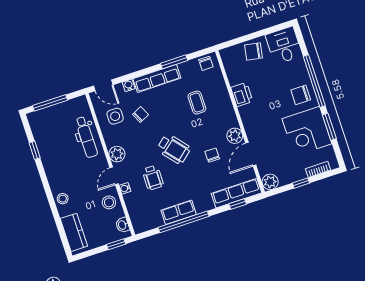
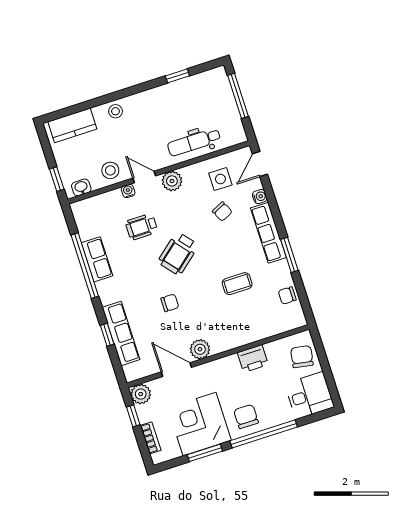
printer: (242, 94) -> (253, 359), moved
wall: (240, 122) -> (218, 356), moved
plant: (235, 136) -> (200, 349), moved
door: (251, 154) -> (176, 370), moved
plant: (270, 182) -> (141, 394), moved

